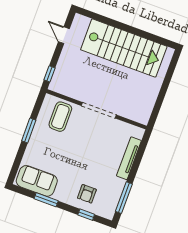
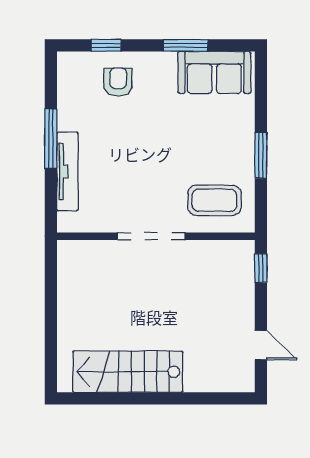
stairs: (124, 48) -> (128, 372), width x0.73, depth x0.66
coffee table: (60, 117) -> (214, 200), turned 90
window: (124, 198) -> (51, 139), moved

